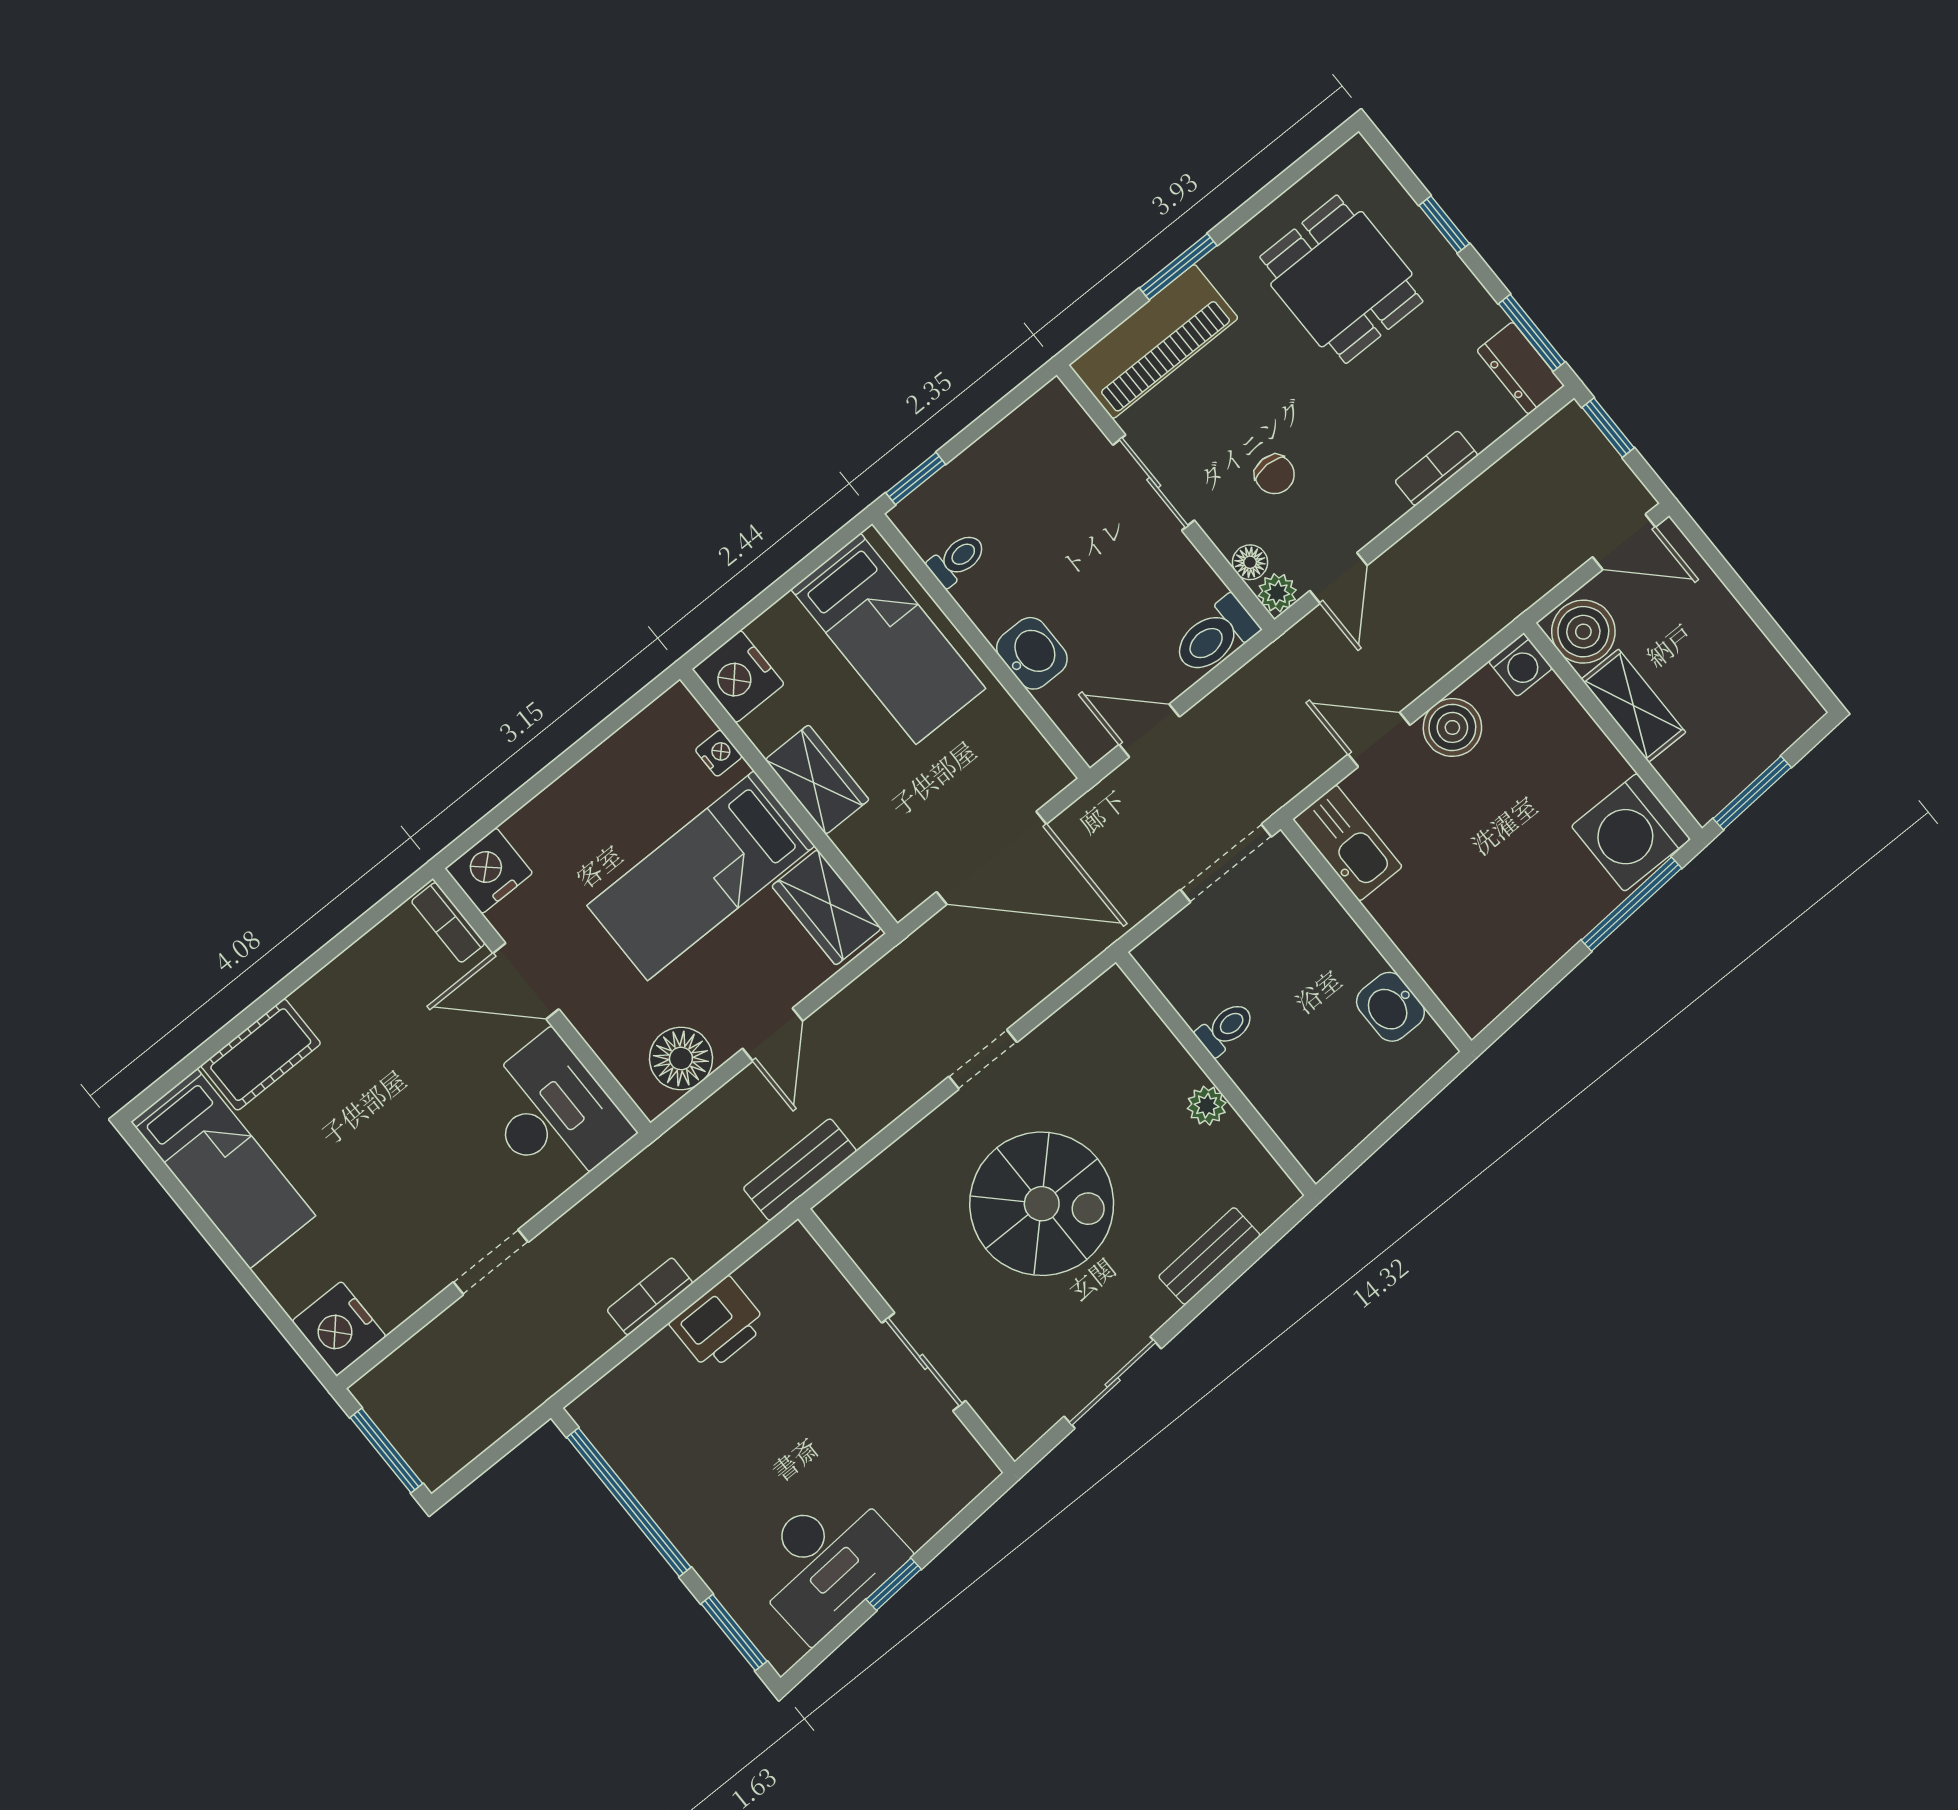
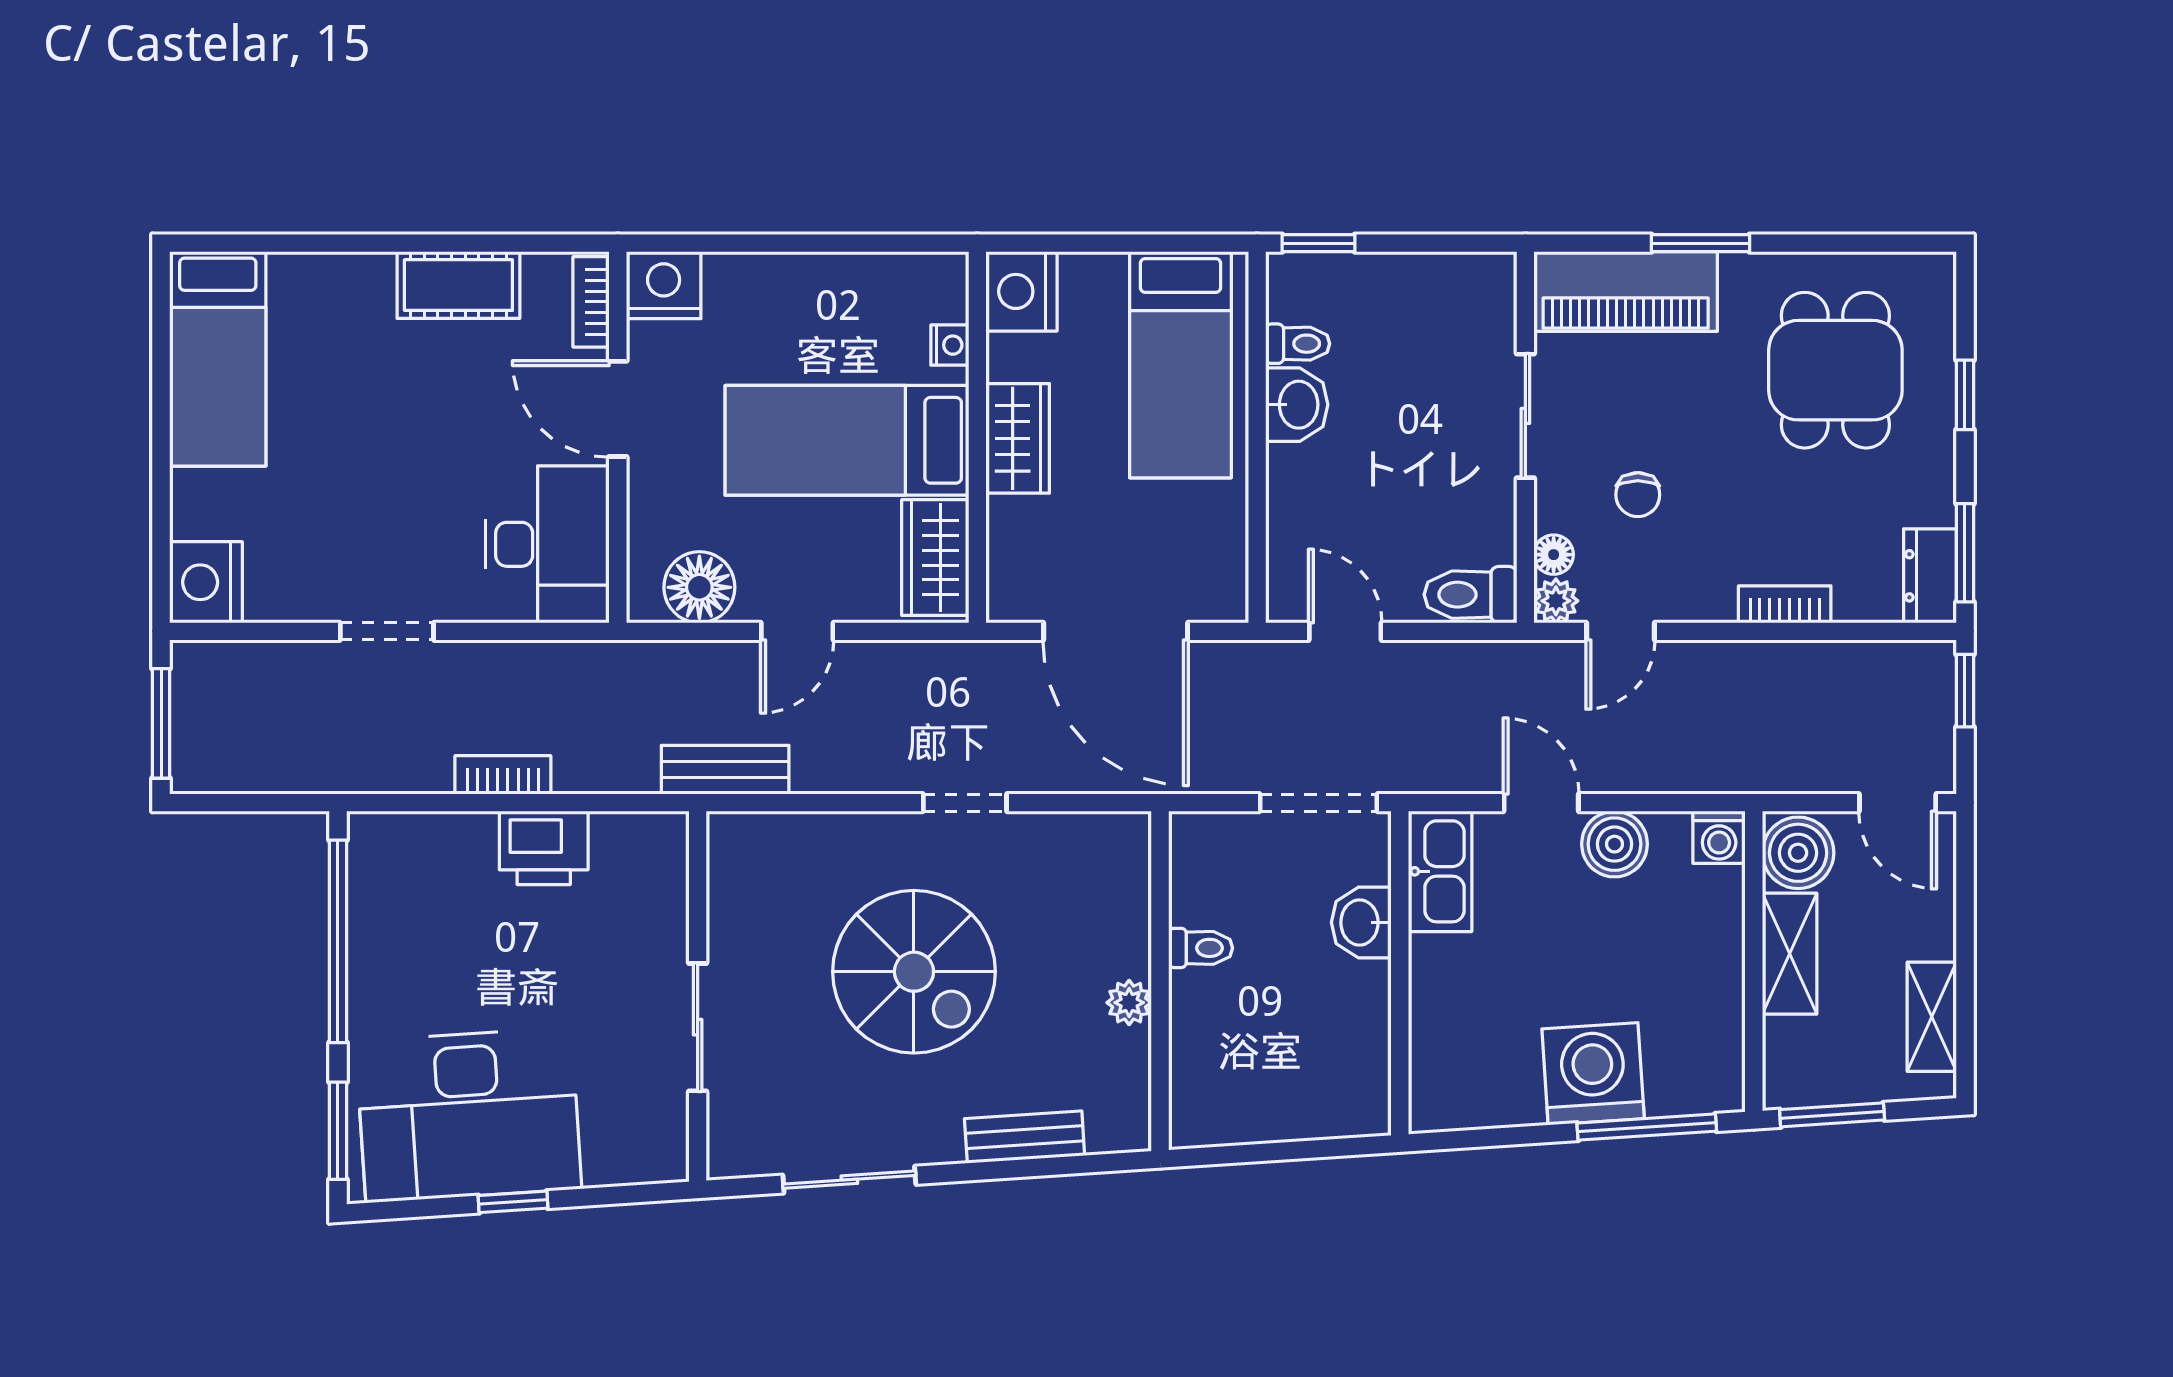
washbasin: (1032, 653) -> (1297, 405), moved
shelving: (1766, 670) -> (1932, 1017), added
washing machine: (1631, 832) -> (1593, 1074), moved, turned 86
washbasin: (1390, 1007) -> (1361, 922), moved
cot: (261, 1055) -> (458, 285), moved
desk: (826, 1561) -> (469, 1115), width x1.36, depth x1.30

